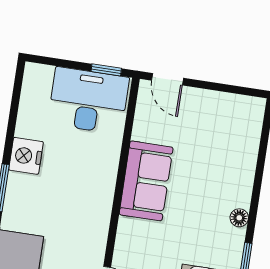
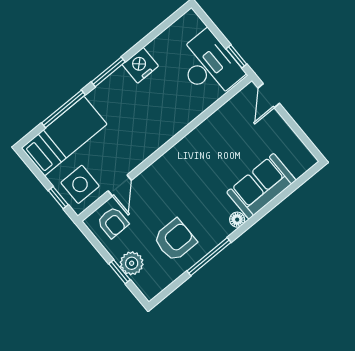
sofa: (146, 181) -> (261, 186), moved, turned 180

